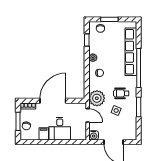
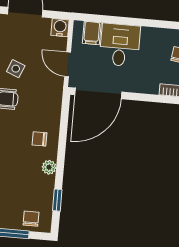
plant: (97, 98) -> (48, 94), removed
door: (53, 101) -> (98, 93), moved
filing cabinet: (44, 134) -> (92, 33), moved

